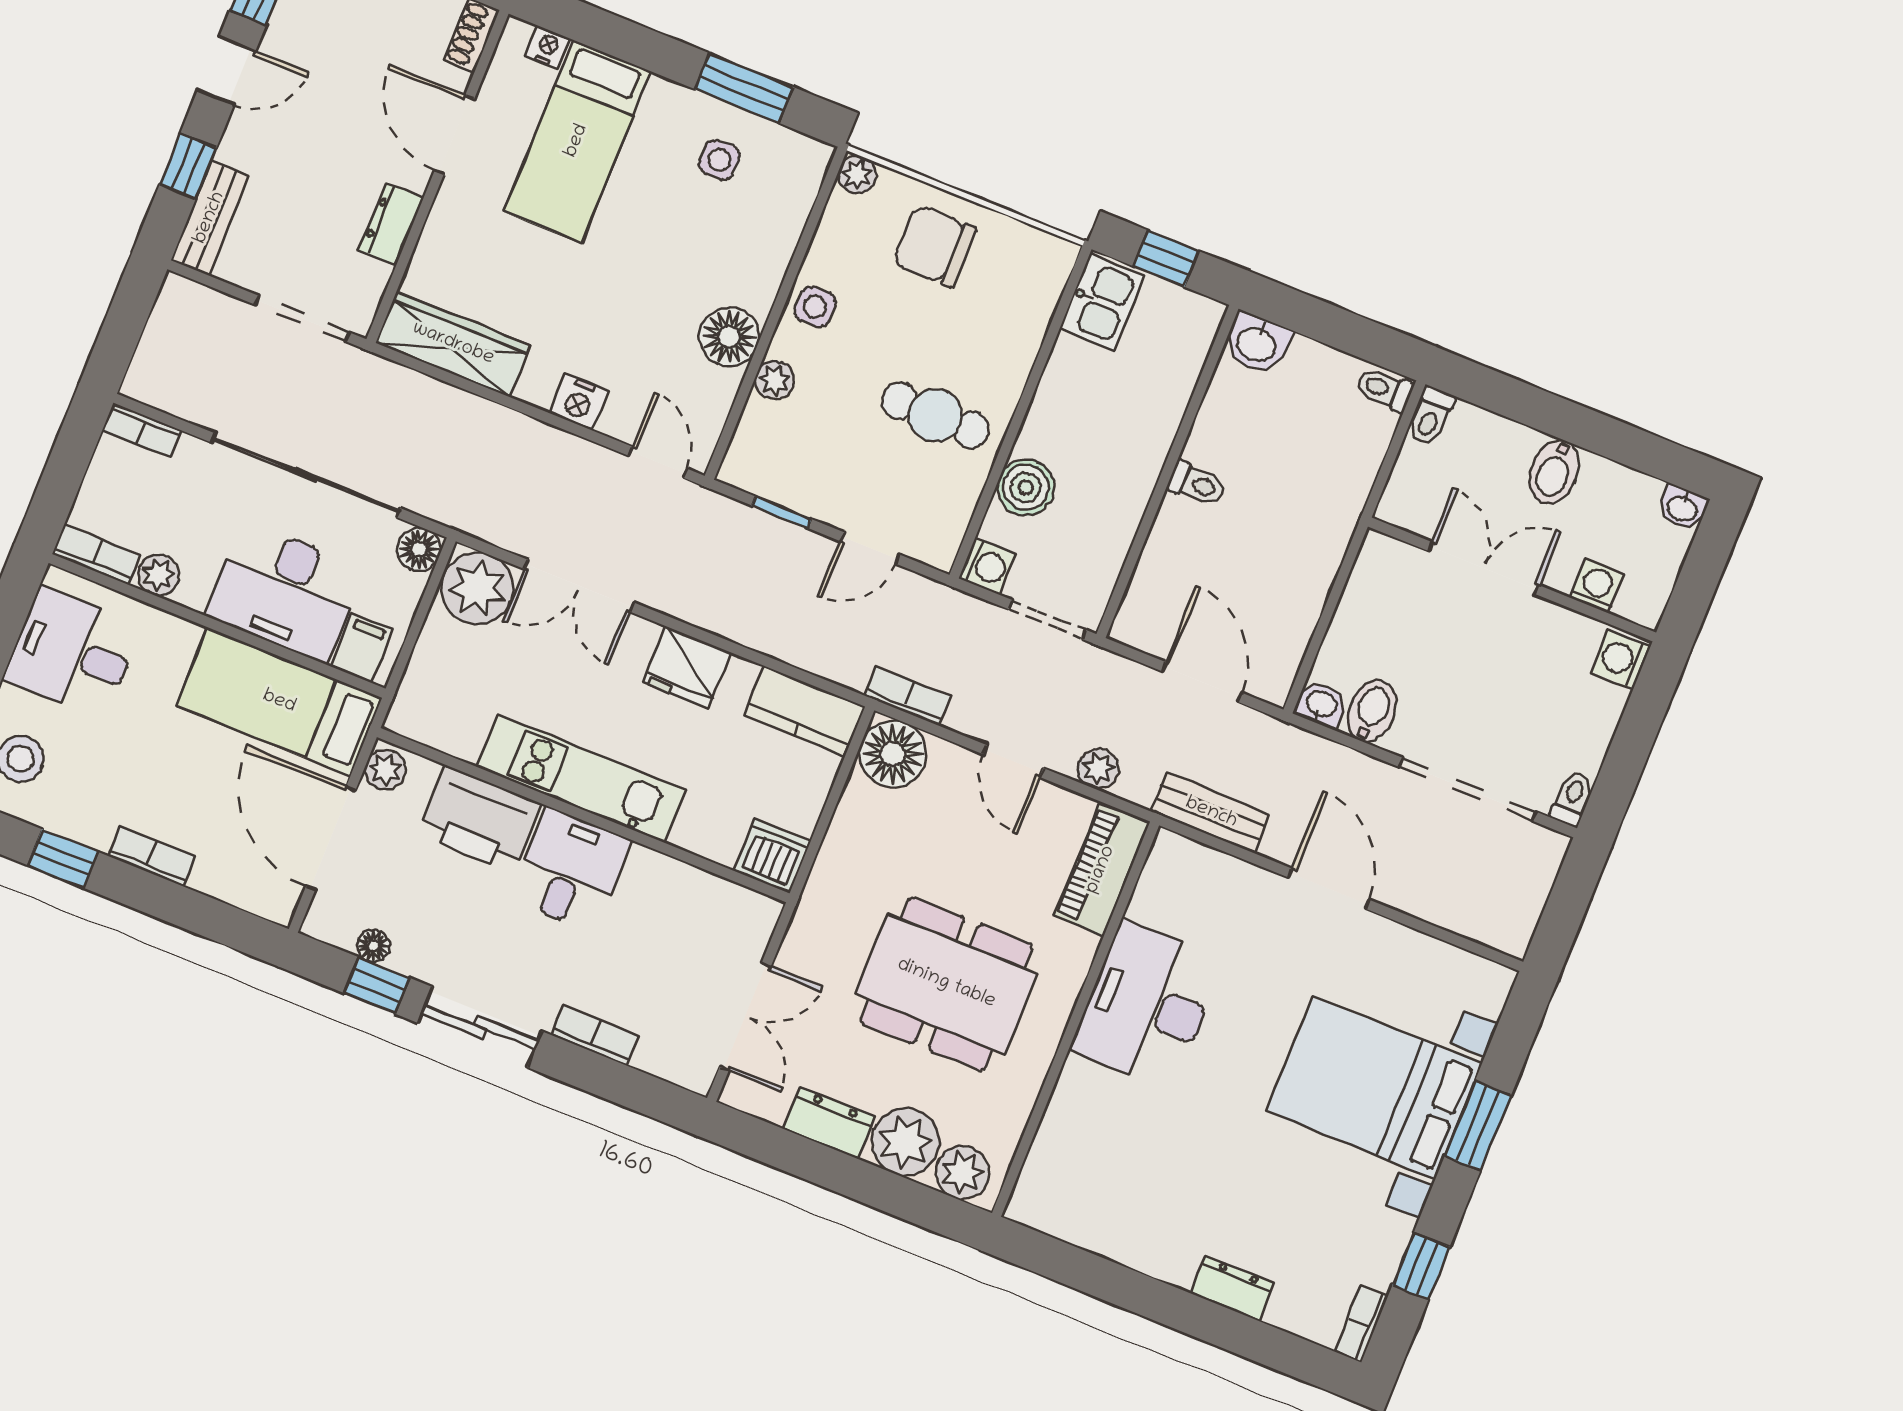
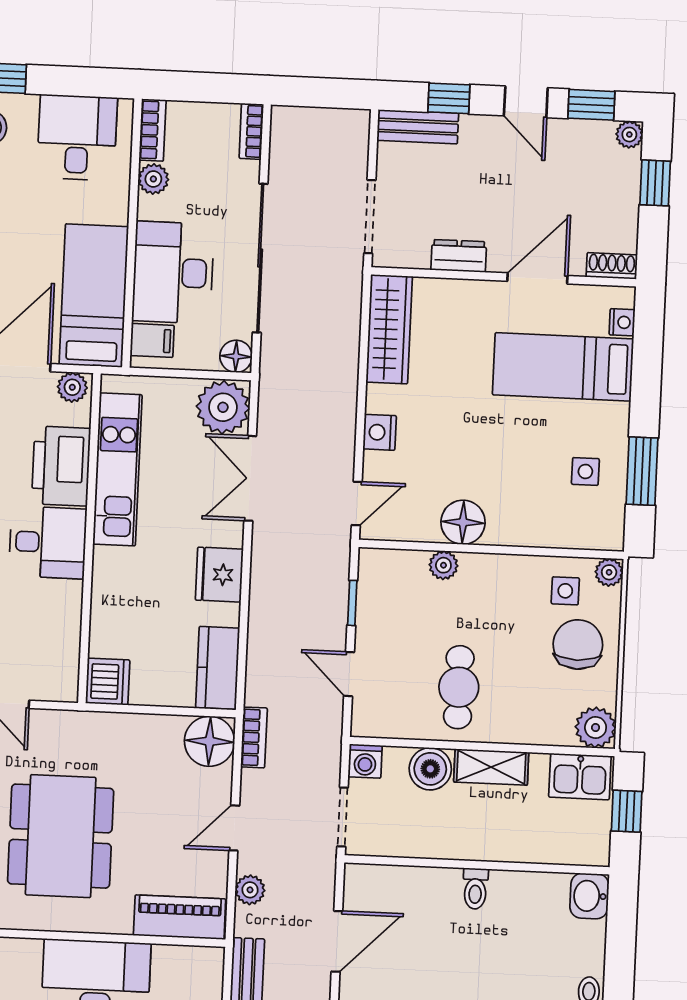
plant: (1047, 261) -> (596, 728), added
side table: (815, 307) -> (565, 591), moved
shelving: (1051, 410) -> (491, 767), added
kitchen unit: (581, 778) -> (117, 469), moved

